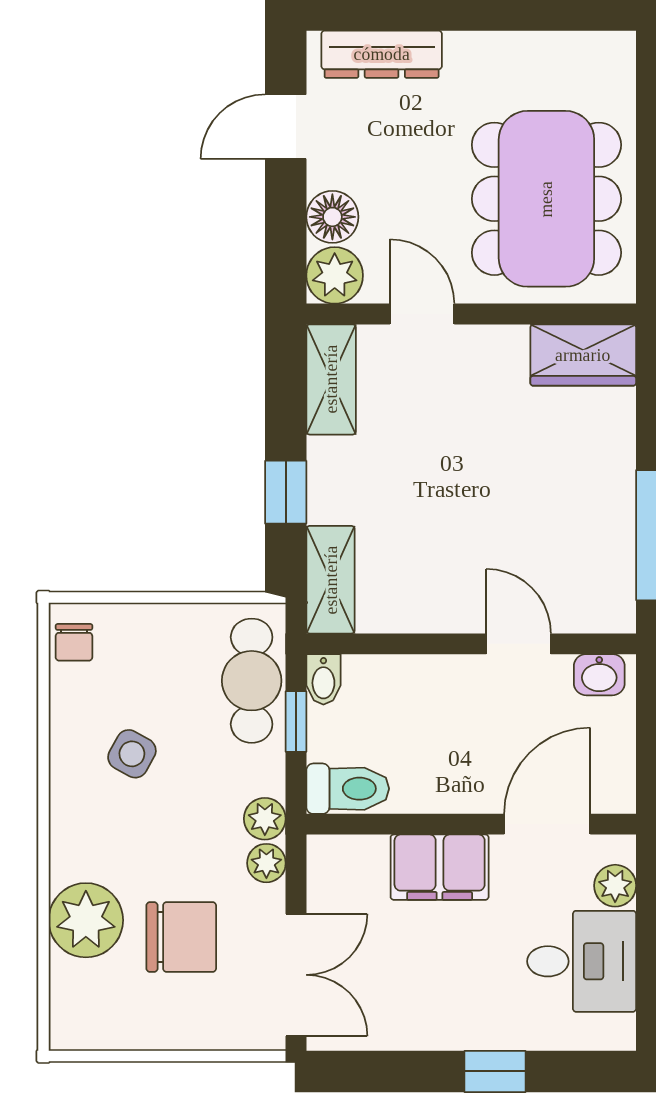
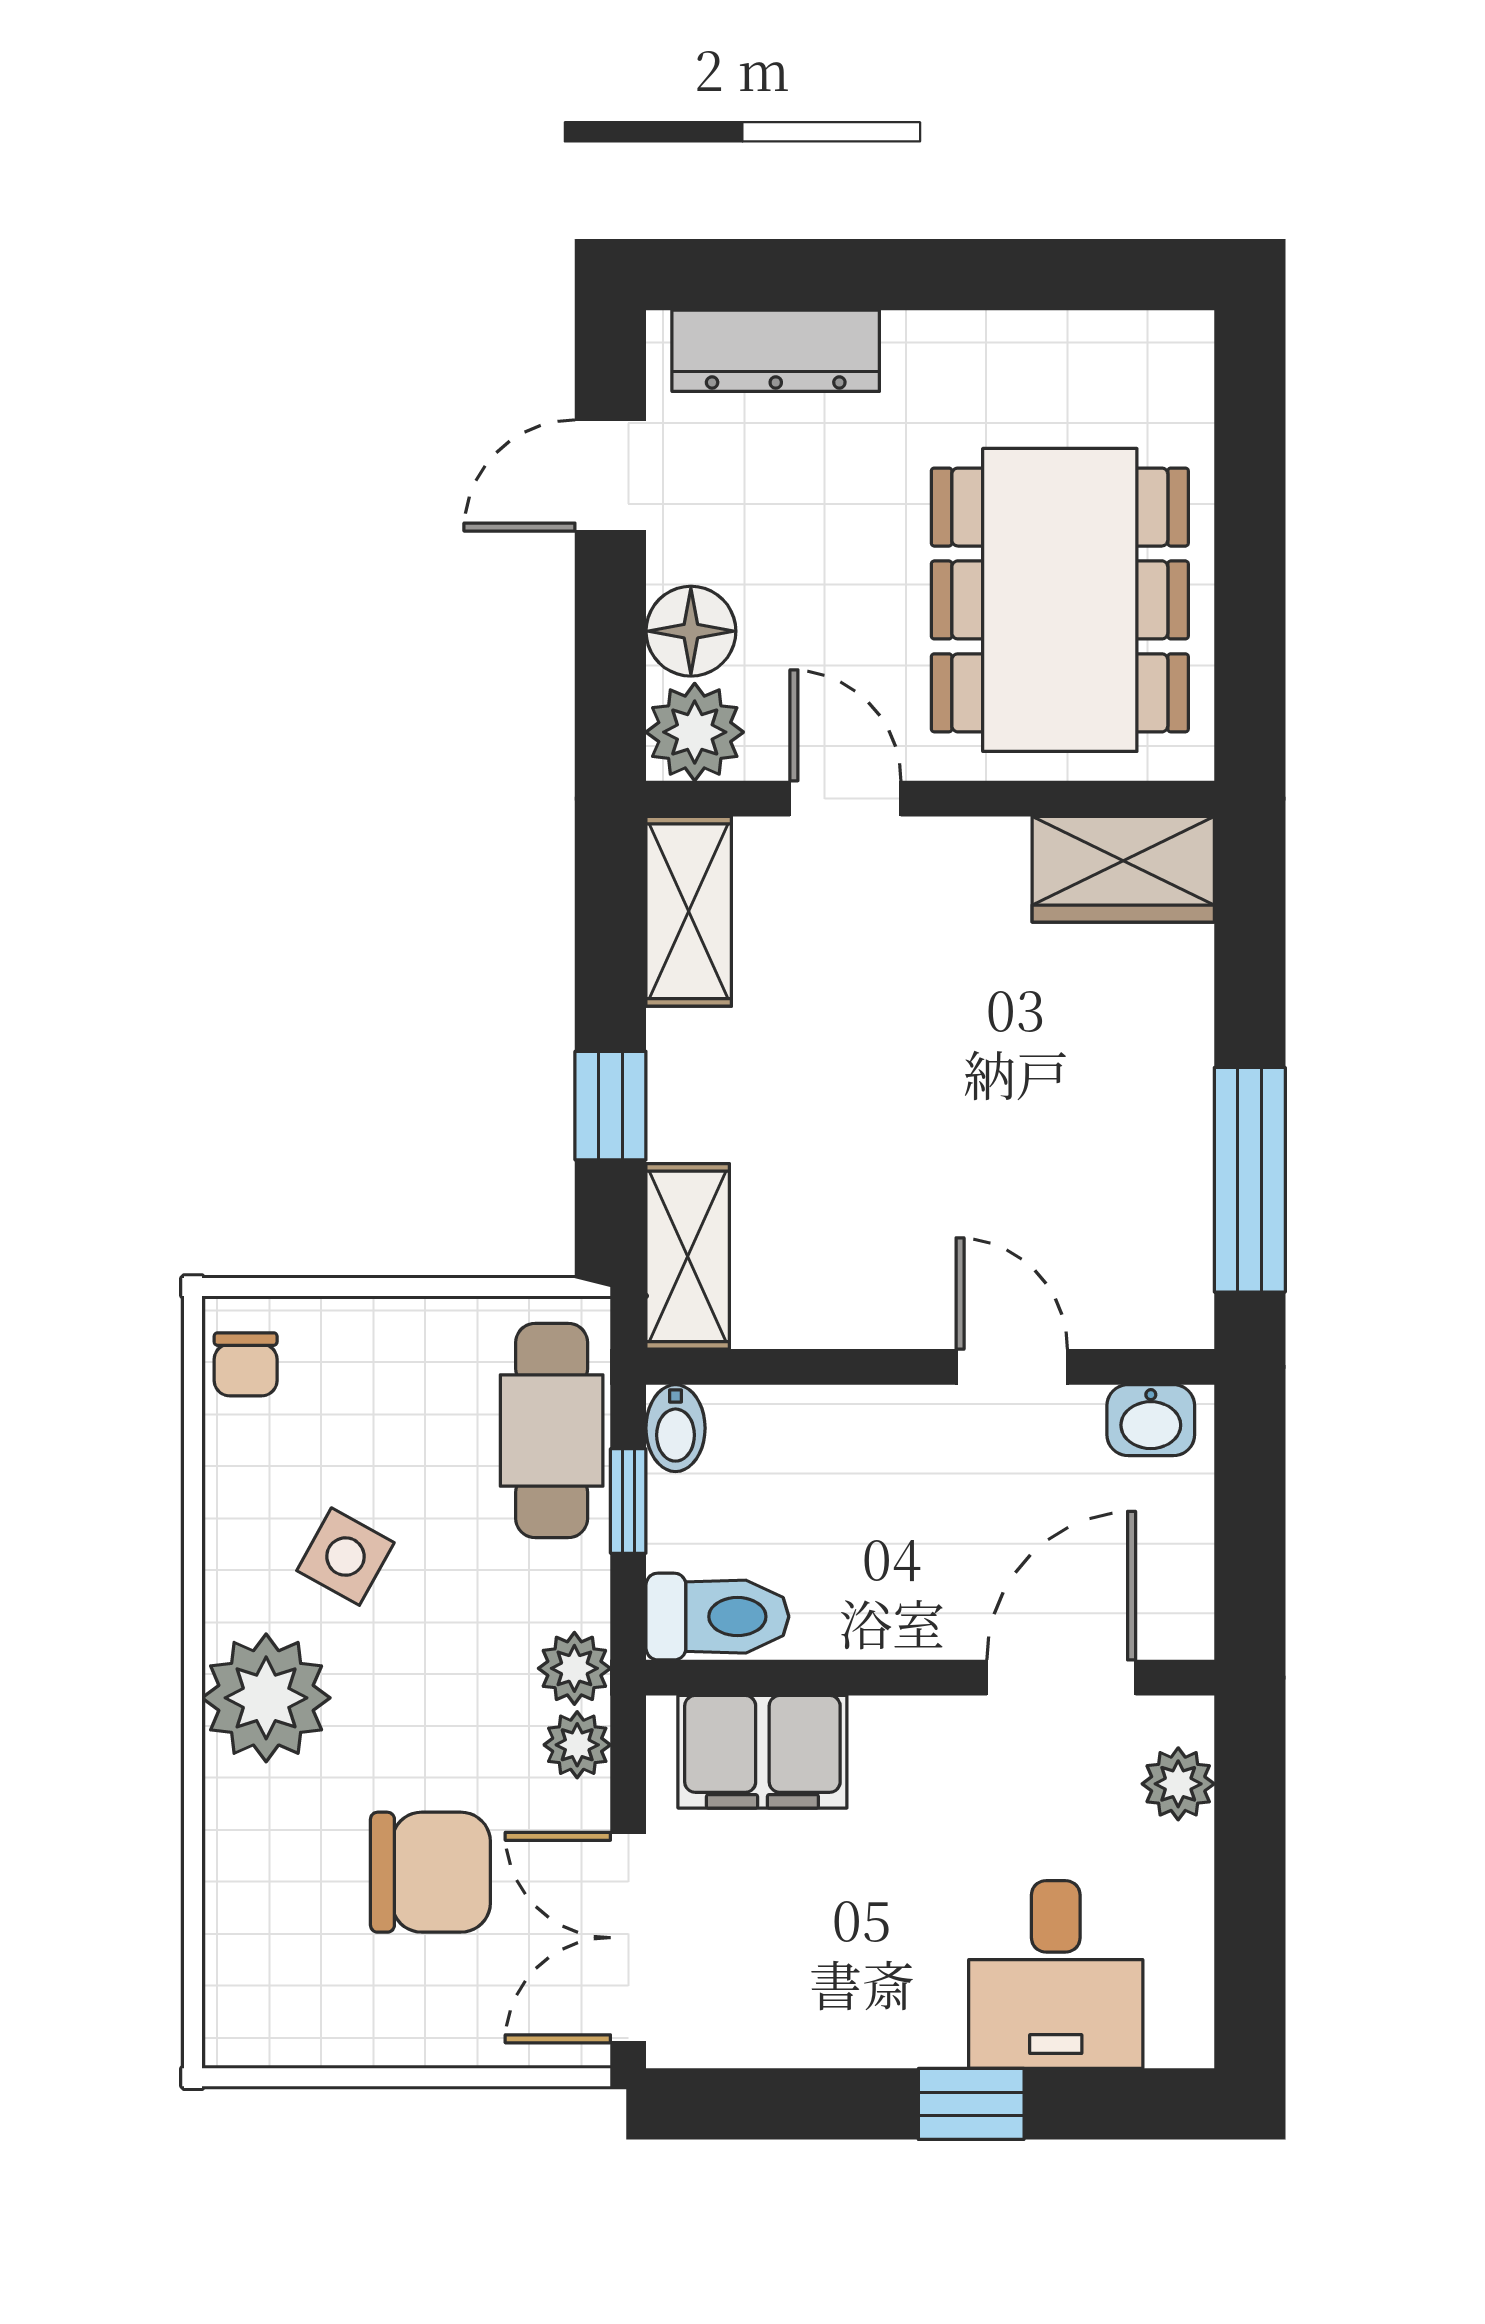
filing cabinet: (440, 867) -> (762, 1752), moved
plant: (86, 920) -> (266, 1698), moved
desk: (582, 961) -> (1056, 1975), moved, turned 90
double door: (296, 975) -> (628, 1938), swing flipped

